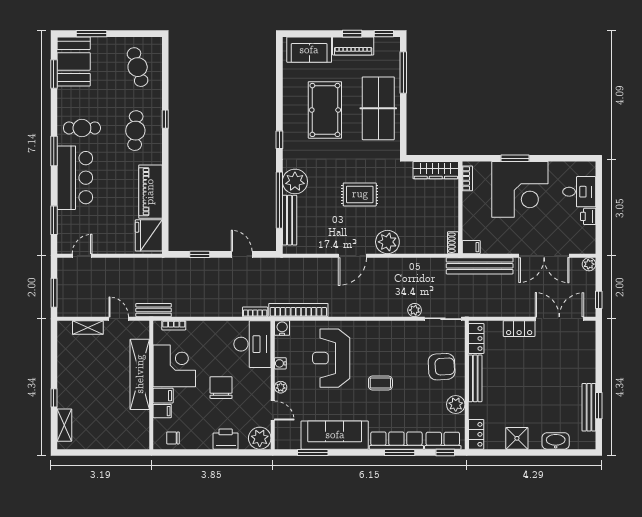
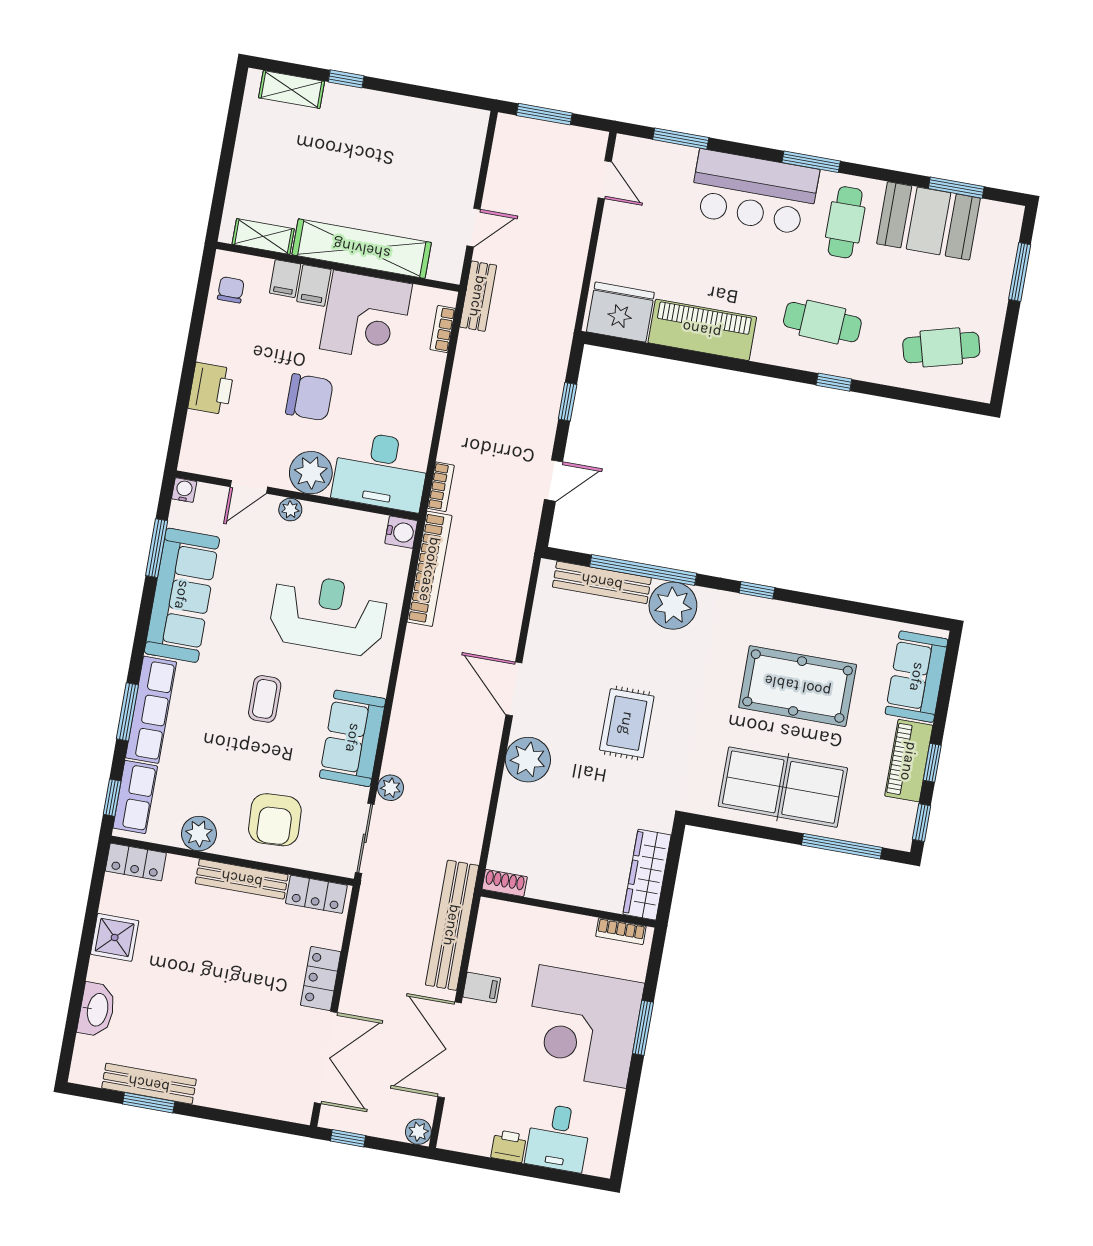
booth: (74, 61) -> (928, 221), moved
filing cabinet: (471, 247) -> (482, 988), moved, turned -90
shelving: (88, 327) -> (263, 236), moved, turned 90
sofa: (393, 334) -> (353, 738), added
water cooler: (280, 363) -> (184, 490), moved
plant: (260, 438) -> (311, 473), moved

